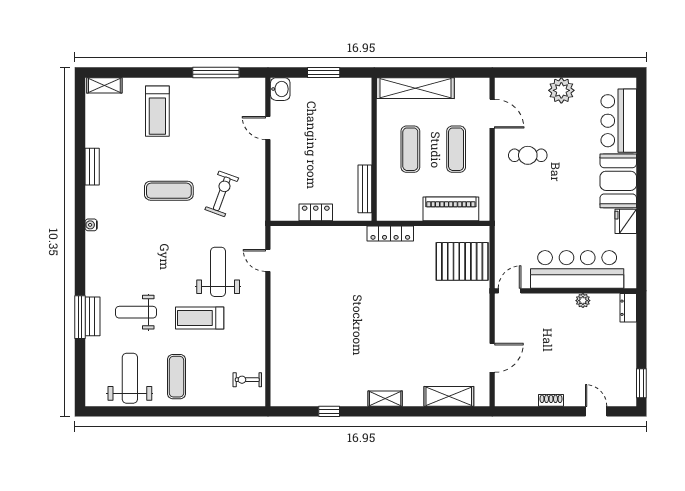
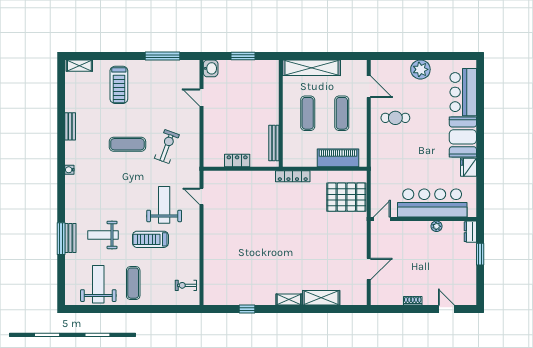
window: (641, 383) -> (480, 254), moved
shelving: (449, 396) -> (321, 298), moved

